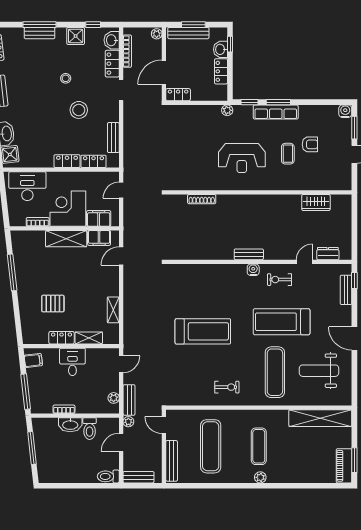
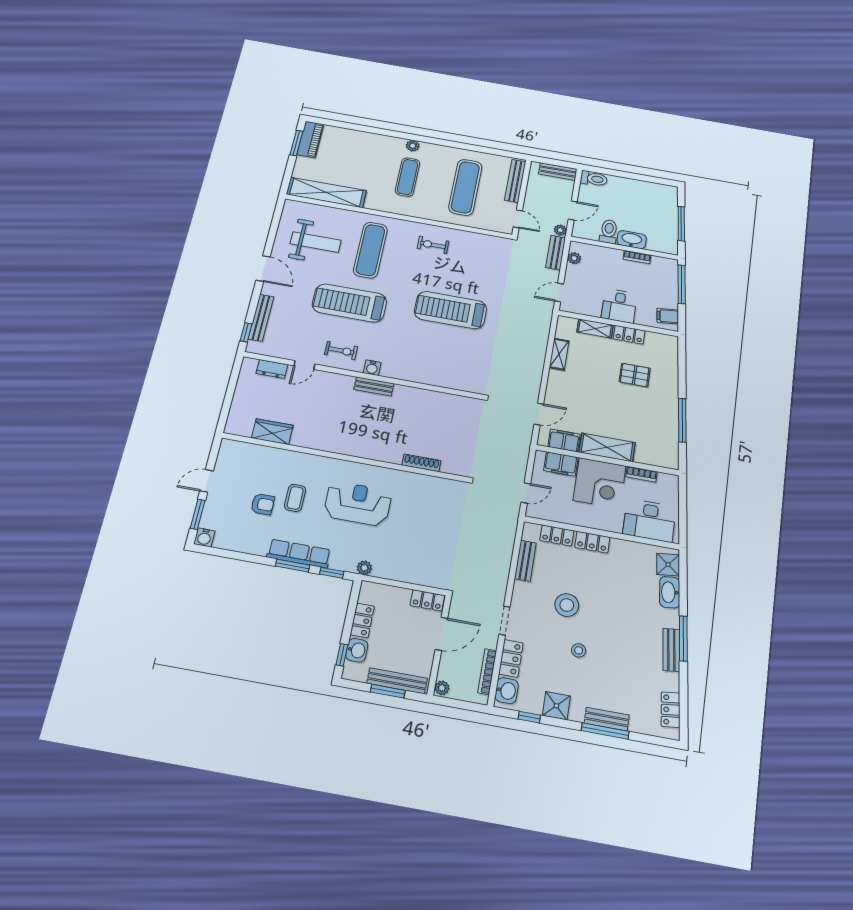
armchair: (310, 144) -> (263, 504), turned 180
bench: (346, 290) -> (261, 318), width x1.36
treadmill: (282, 322) -> (349, 303), turned 180

